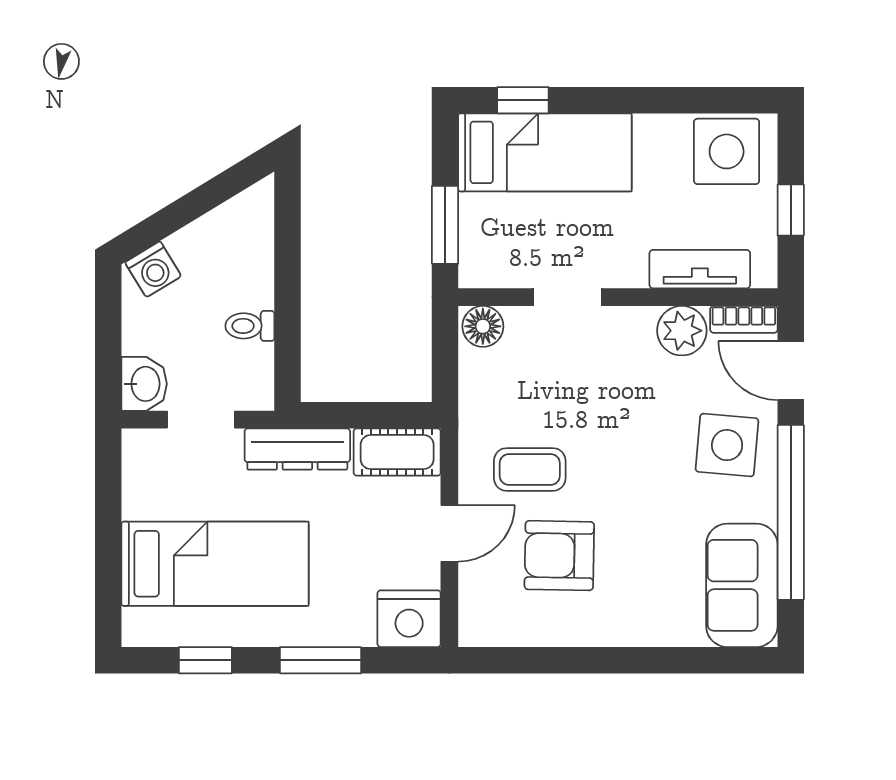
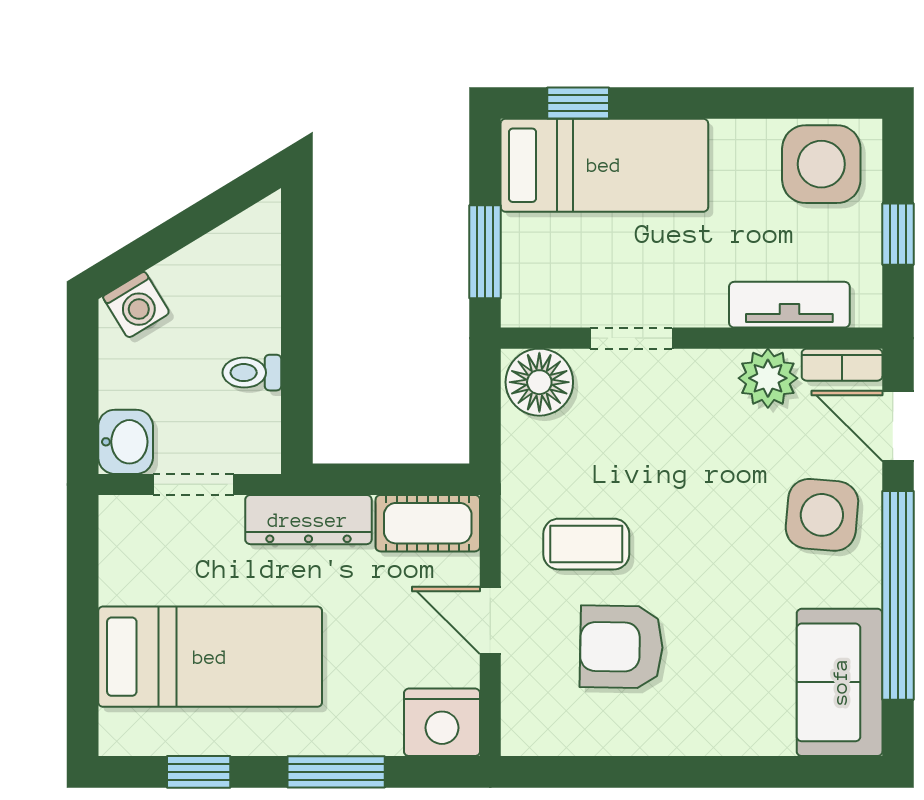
floor lamp: (483, 326) -> (539, 382), width x1.38, depth x1.38
door: (449, 533) -> (490, 620), swing flipped

